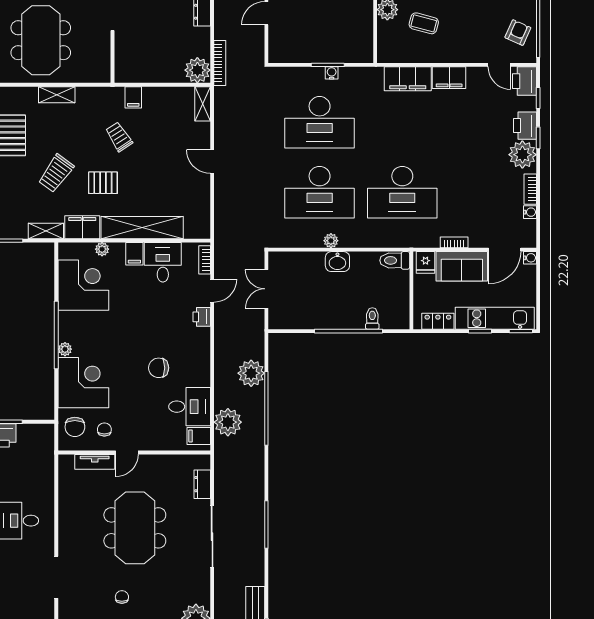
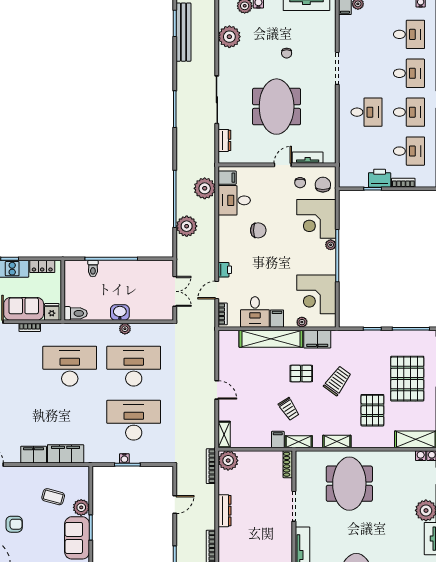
shoe rack: (120, 65) -> (288, 464), added
shelving: (46, 231) -> (299, 442), moved

